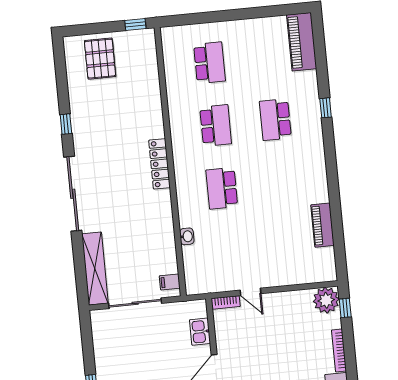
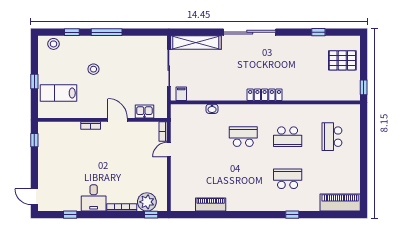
school desk: (209, 63) -> (332, 137), turned 90
window: (66, 124) -> (318, 32), moved
plant: (326, 300) -> (147, 202), moved

